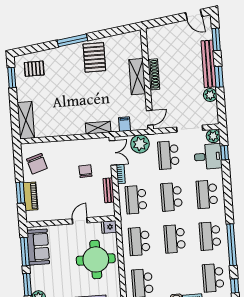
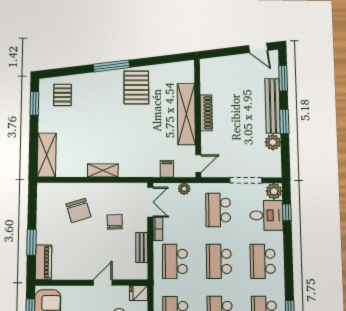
pallet: (34, 69) -> (62, 95), turned 90
shelving: (137, 77) -> (186, 114), width x1.47
shelving: (98, 128) -> (103, 170), moved
plant: (140, 144) -> (184, 189), width x0.53, depth x0.53
chair: (37, 164) -> (78, 210), moved
piano: (30, 196) -> (44, 262), moved

